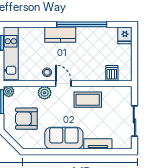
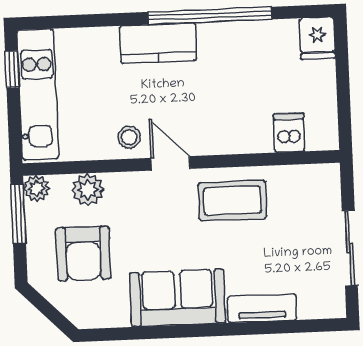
plant: (45, 93) -> (88, 190), moved
armchair: (26, 119) -> (83, 253), turned -90

